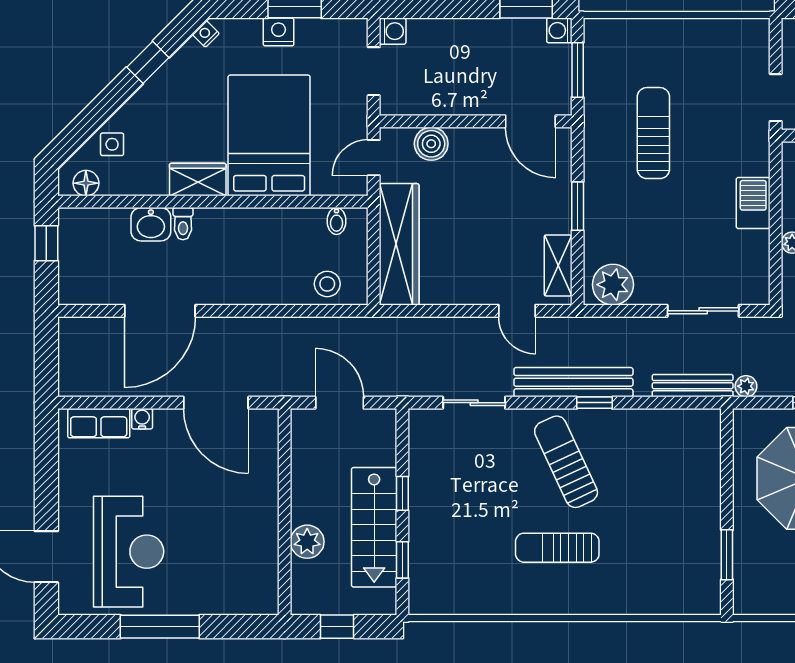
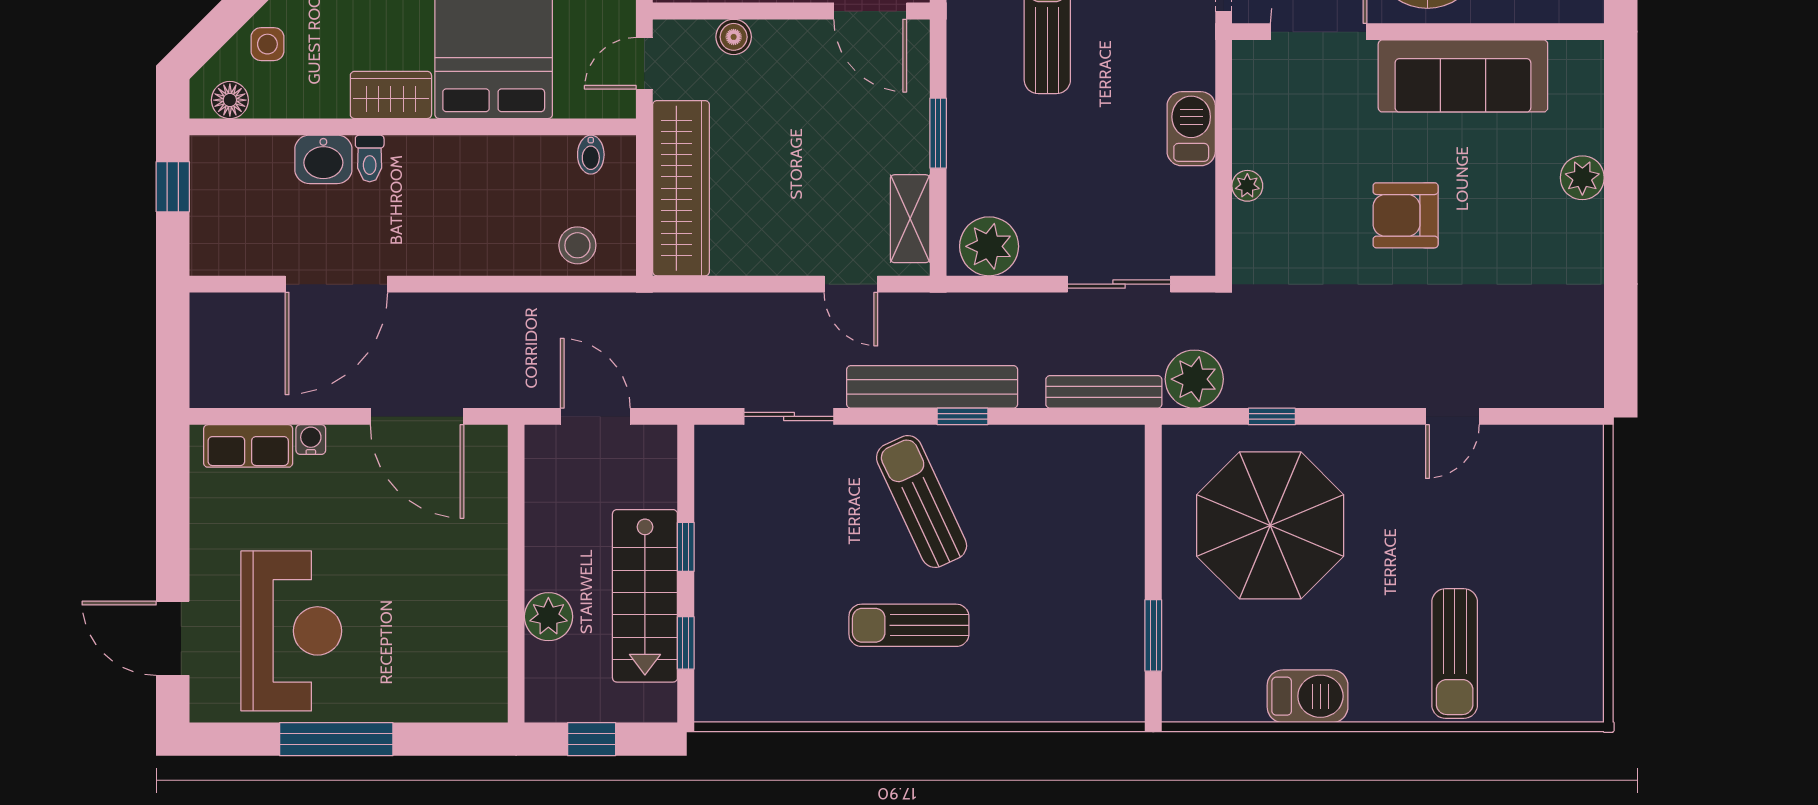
boiler: (431, 144) -> (734, 37), width x0.73, depth x0.73
plant: (746, 386) -> (1194, 379), width x1.88, depth x1.88

